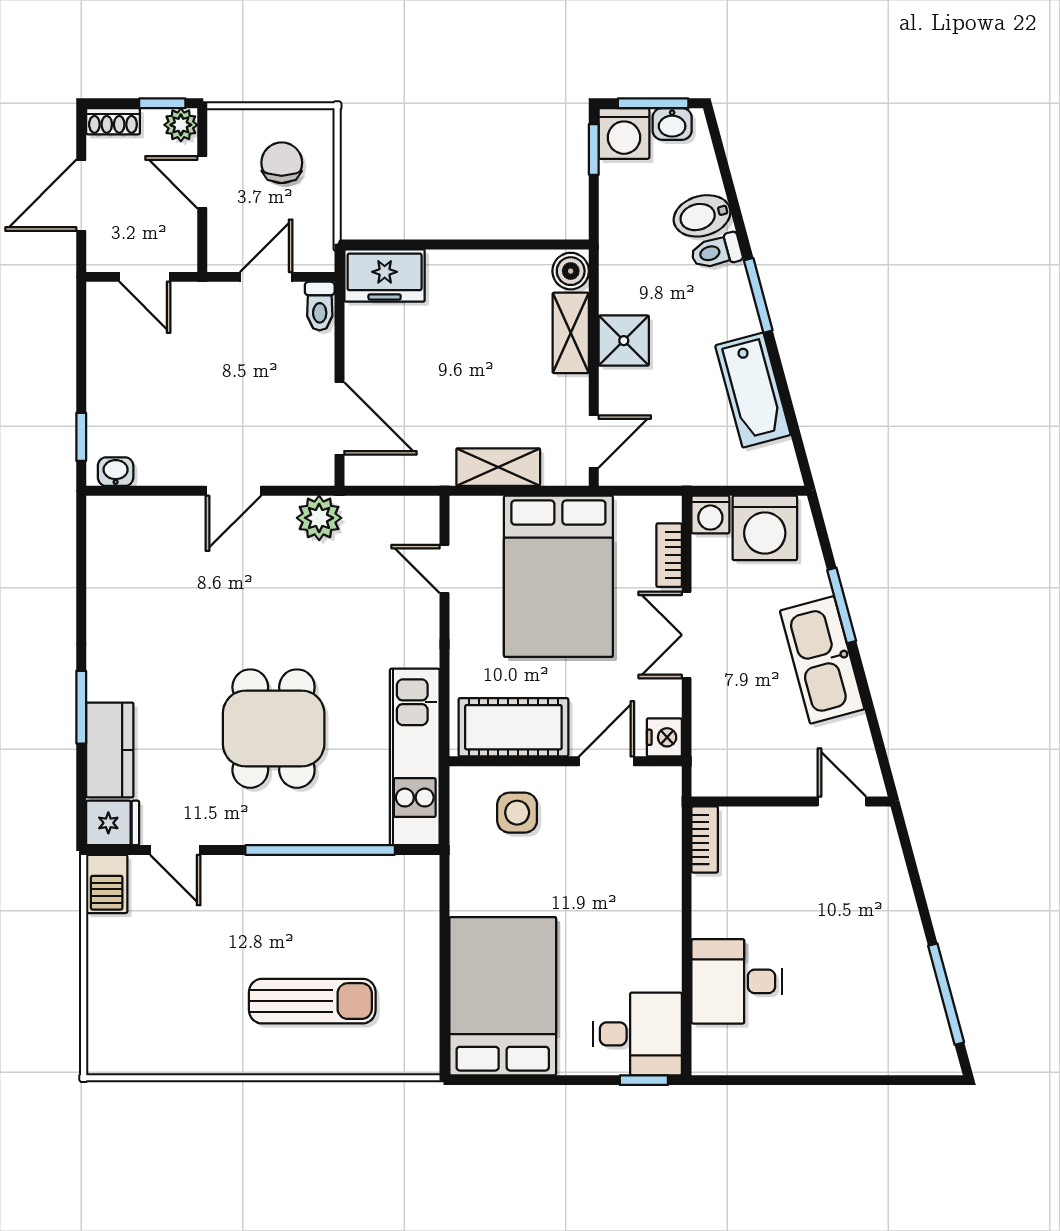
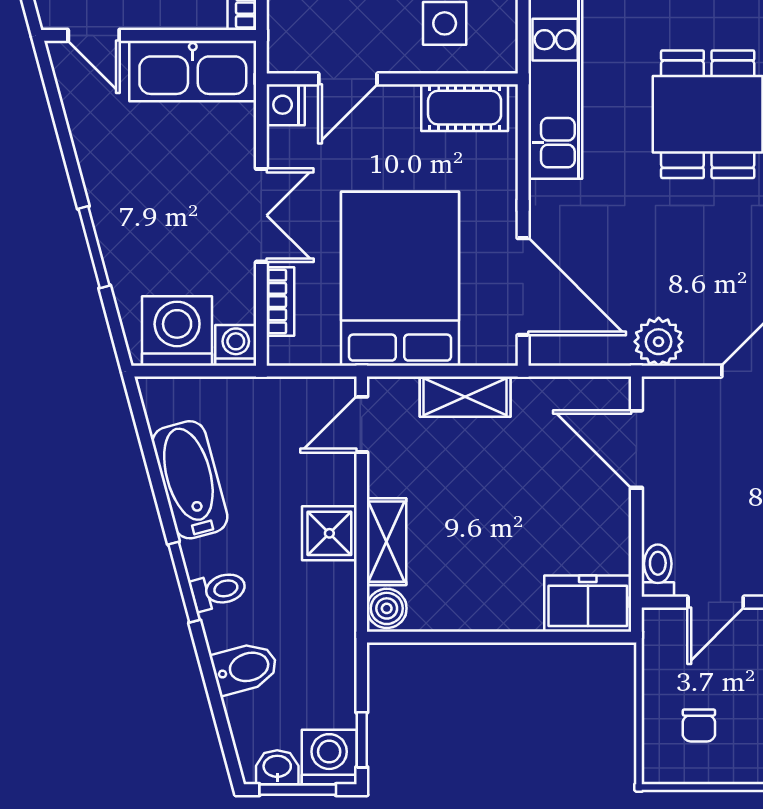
chair: (282, 163) -> (699, 725), width x0.73, depth x0.73
toilet: (716, 251) -> (219, 590), moved
door: (444, 569) -> (523, 287), width x1.87
kitchen sink: (822, 660) -> (193, 71), moved, turned 105
cot: (513, 727) -> (465, 108), width x0.73, depth x0.75

